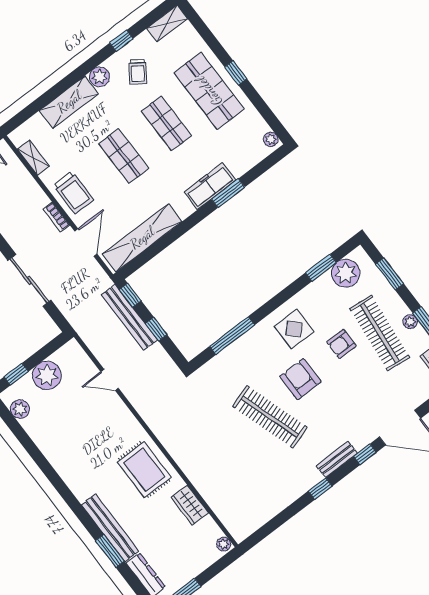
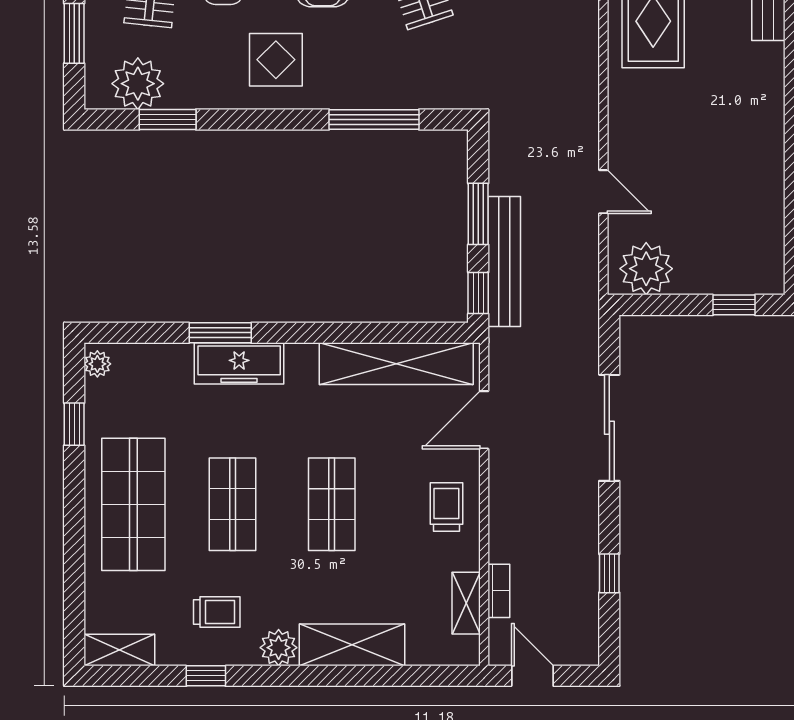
trolley: (138, 72) -> (217, 612), turned 55
window: (236, 73) -> (74, 424), moved
trolley: (73, 193) -> (446, 507), width x0.73, depth x0.72
bookcase: (56, 217) -> (499, 591), moved
window: (156, 329) -> (478, 214), width x1.50
plant: (47, 375) -> (646, 269), moved
plant: (20, 409) -> (768, 249), removed

